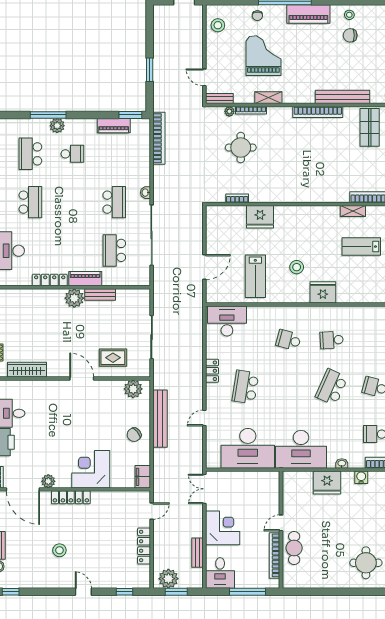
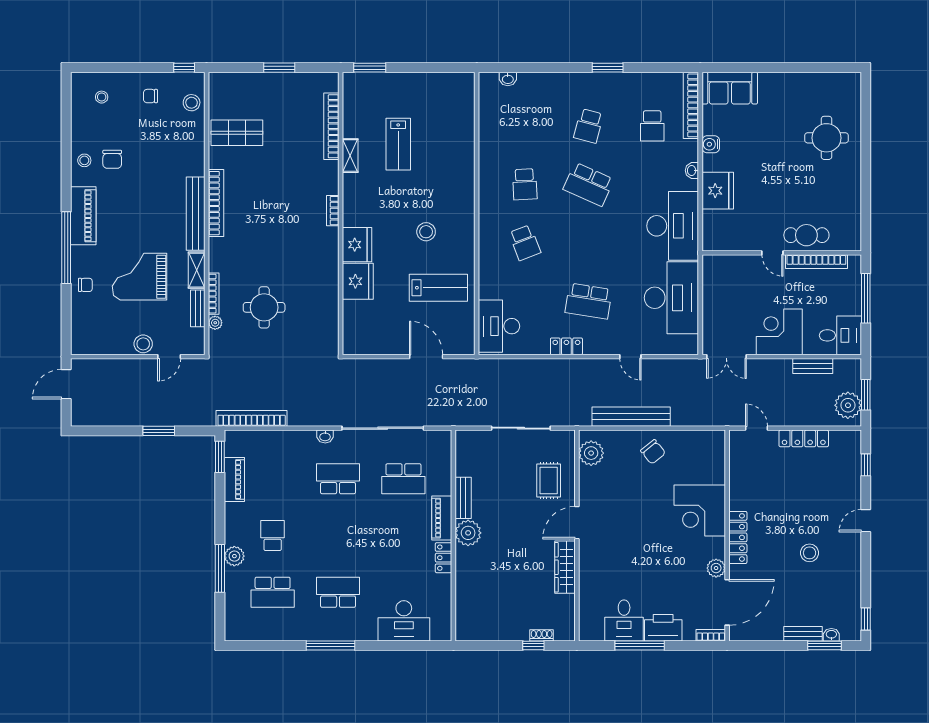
stool: (218, 25) -> (143, 344), moved
bench: (342, 97) -> (196, 214), moved
bench: (219, 99) -> (198, 308), moved
bookcase: (237, 198) -> (333, 211), moved
locker: (50, 280) -> (444, 558), width x0.66
fridge: (323, 292) -> (357, 245), moved, turned 180
school desk: (289, 340) -> (525, 243), turned -36
wardrobe: (27, 370) -> (565, 567), moved
filing cabinet: (143, 477) -> (710, 440), removed

